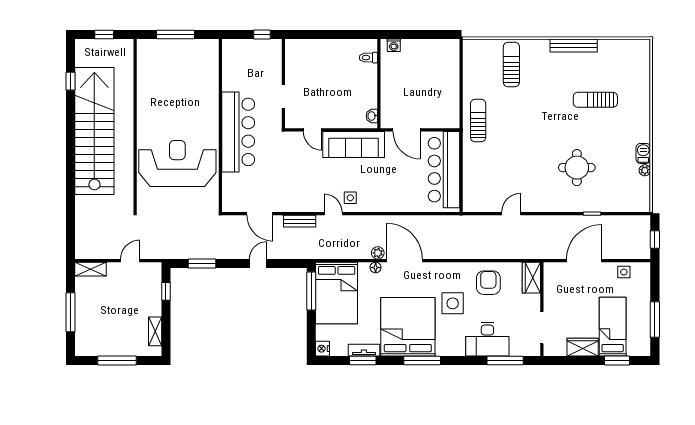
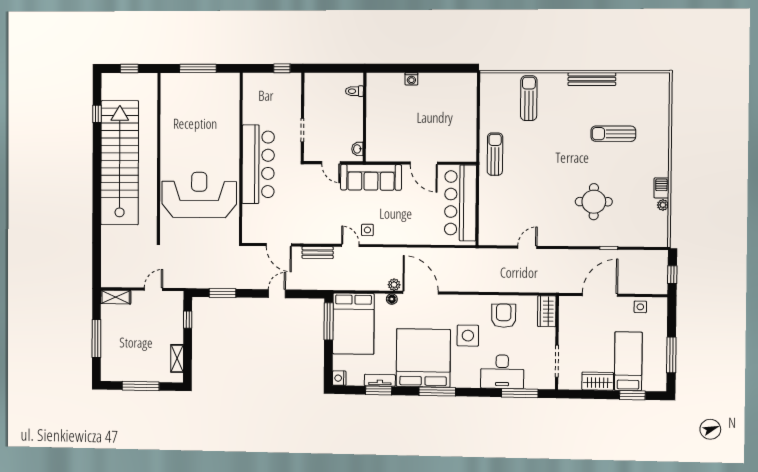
toilet: (368, 58) -> (354, 91), moved
wall: (379, 84) -> (365, 117), moved
washbasin: (372, 116) -> (357, 149), moved

